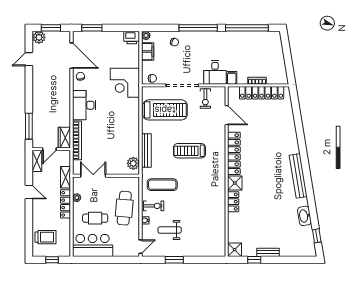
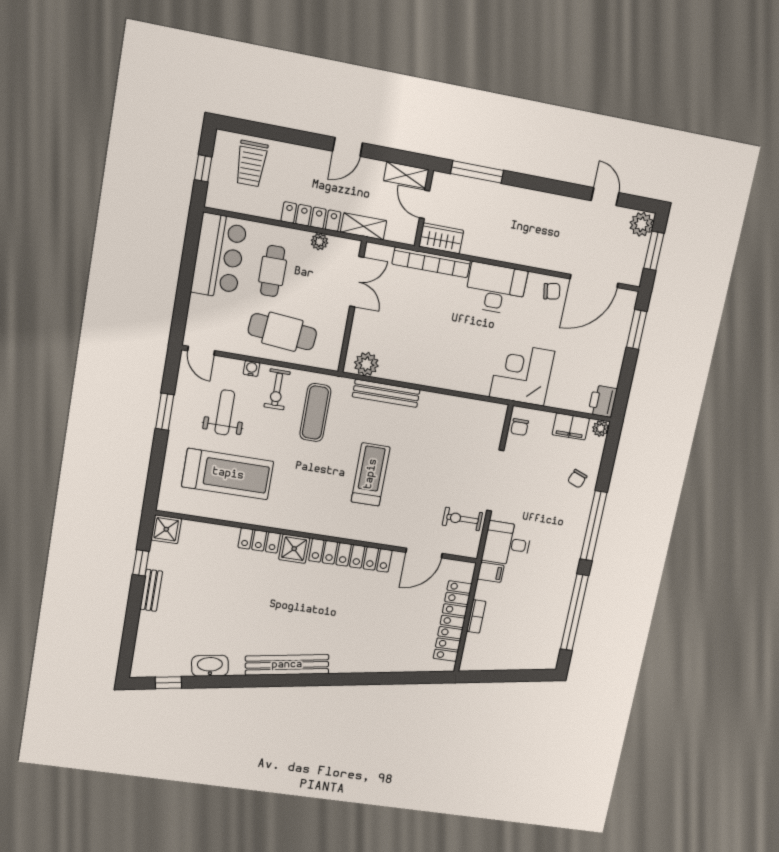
treadmill: (165, 110) -> (228, 474), moved, turned -90

